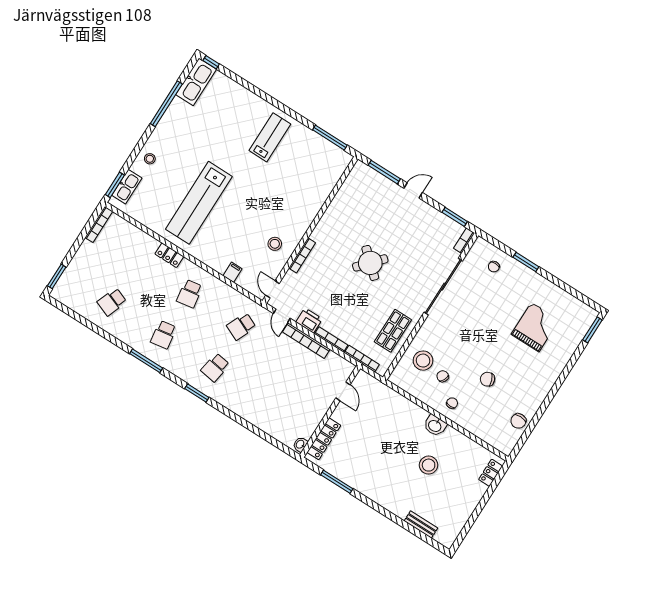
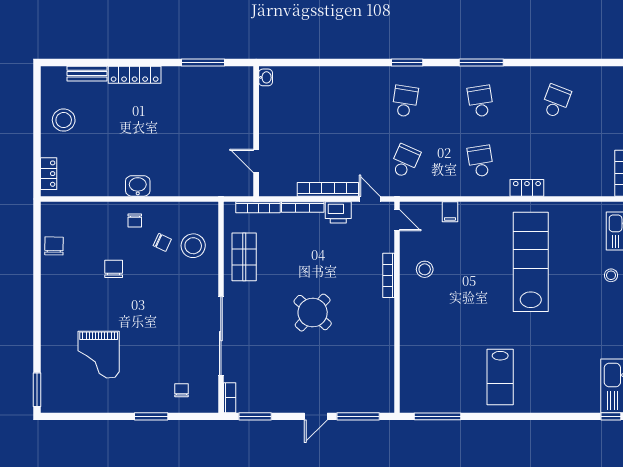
chair: (488, 379) -> (114, 269), turned -68
locker: (324, 439) -> (135, 75), moved, turned -90
stool: (429, 465) -> (64, 120), moved

